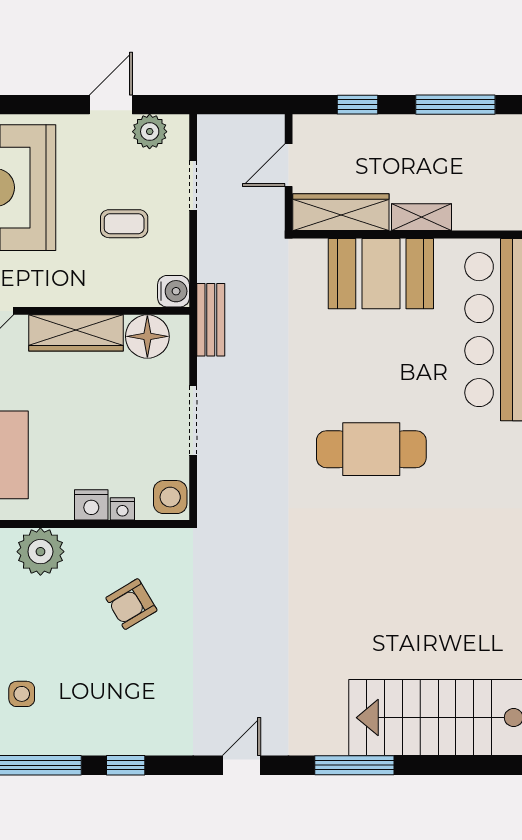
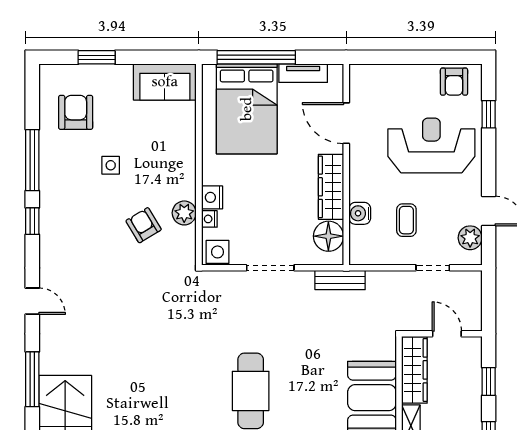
water cooler: (174, 291) -> (360, 213), moved, turned 90
plant: (40, 552) -> (184, 213), moved, width x0.73, depth x0.73
side table: (22, 694) -> (111, 165), moved

